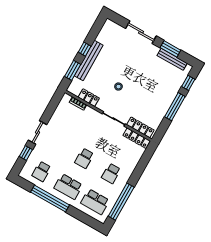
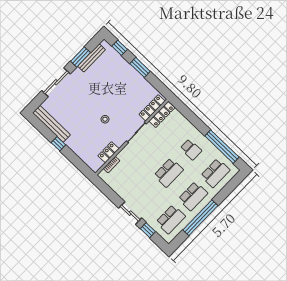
bench: (89, 60) -> (52, 124), moved
window: (73, 70) -> (77, 161), removed
window: (175, 107) -> (140, 67), width x0.69
school desk: (84, 158) -> (169, 173), width x1.85
school desk: (41, 171) -> (171, 219), width x1.85

